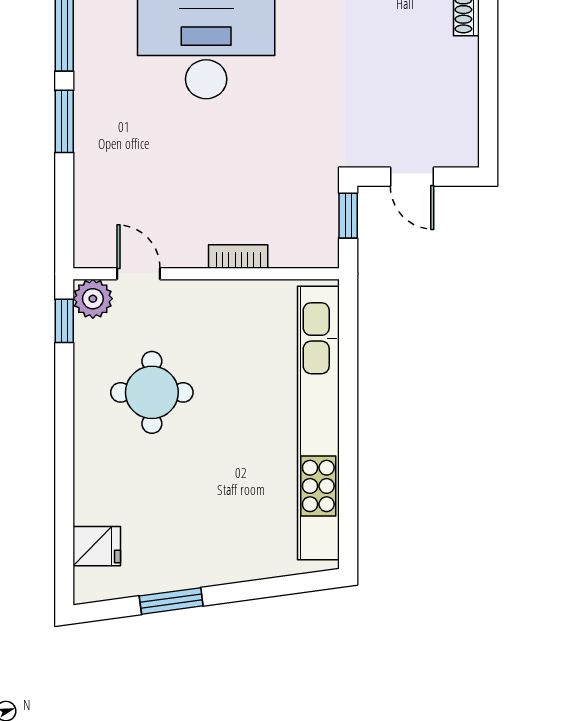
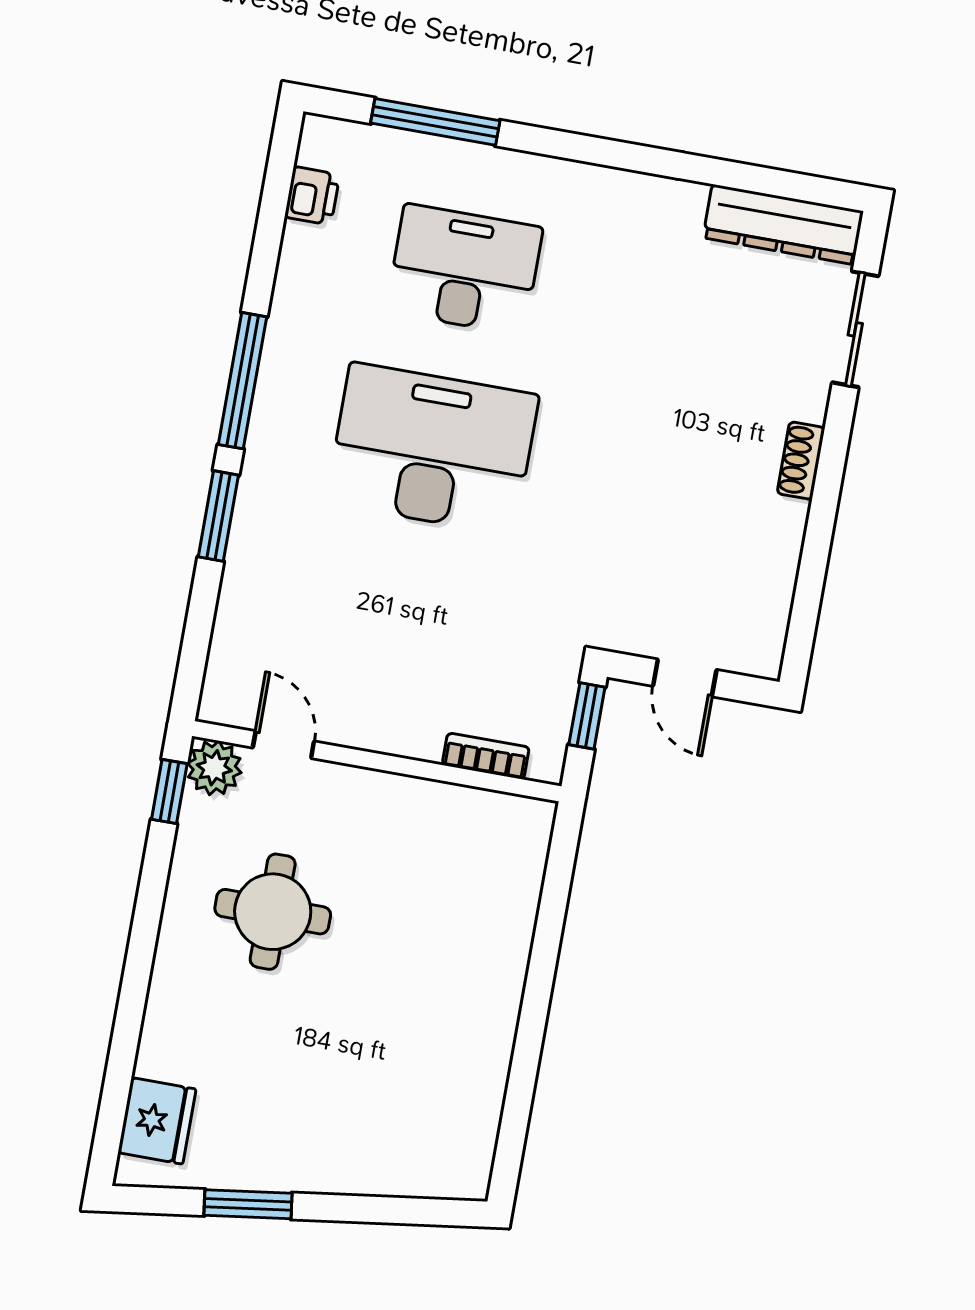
bookcase: (238, 256) -> (486, 756), moved
kitchen unit: (318, 423) -> (495, 995), removed
fridge: (97, 546) -> (157, 1121), width x1.38

